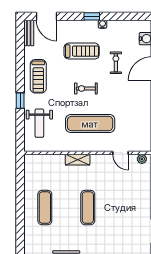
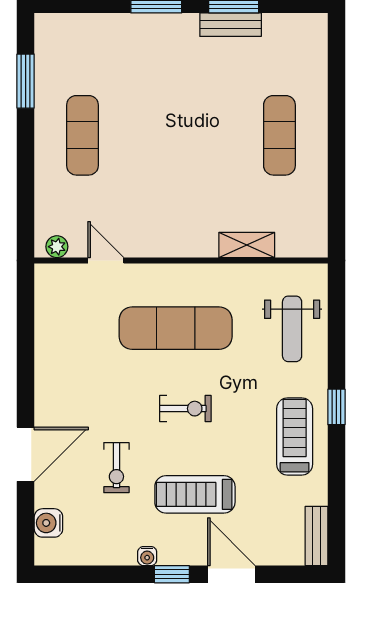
door: (46, 16) -> (231, 574), moved
window: (20, 101) -> (336, 407), moved
weight bench: (39, 123) -> (292, 329), turned 180
shelving: (78, 160) -> (247, 245), moved
exercise mat: (88, 208) -> (82, 135), moved

